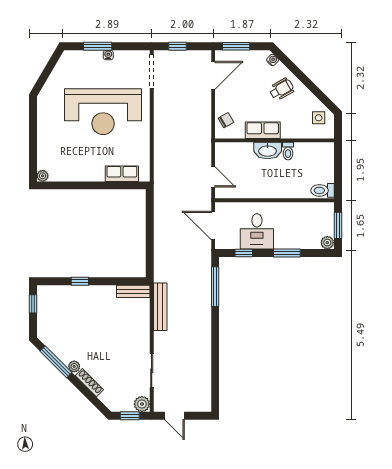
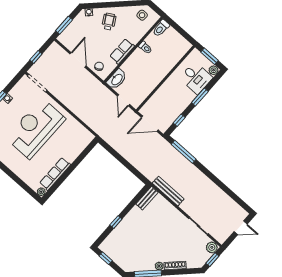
door: (213, 75) -> (78, 60), moved
reception desk: (103, 112) -> (36, 128), turned 180
washbasin: (268, 151) -> (117, 79), moved
row of seats: (122, 174) -> (55, 174), moved, width x1.48
door: (213, 177) -> (123, 100), swing flipped
toilet: (323, 190) -> (161, 28), moved
desk: (257, 231) -> (196, 78), moved
door: (174, 416) -> (241, 228), moved

